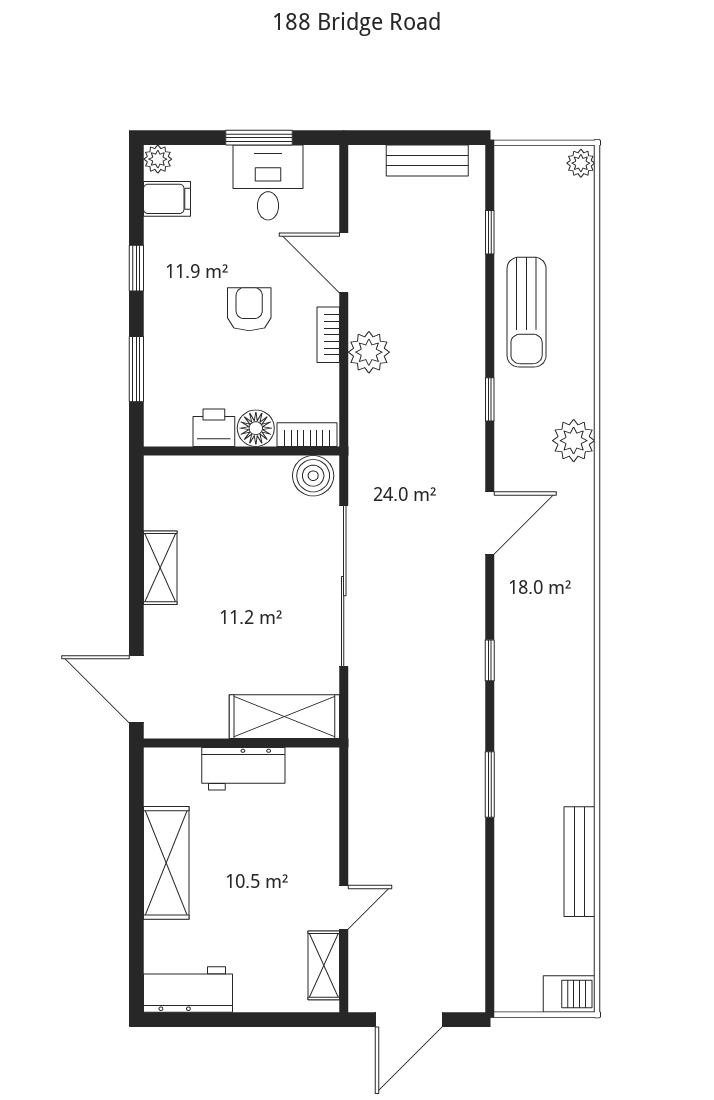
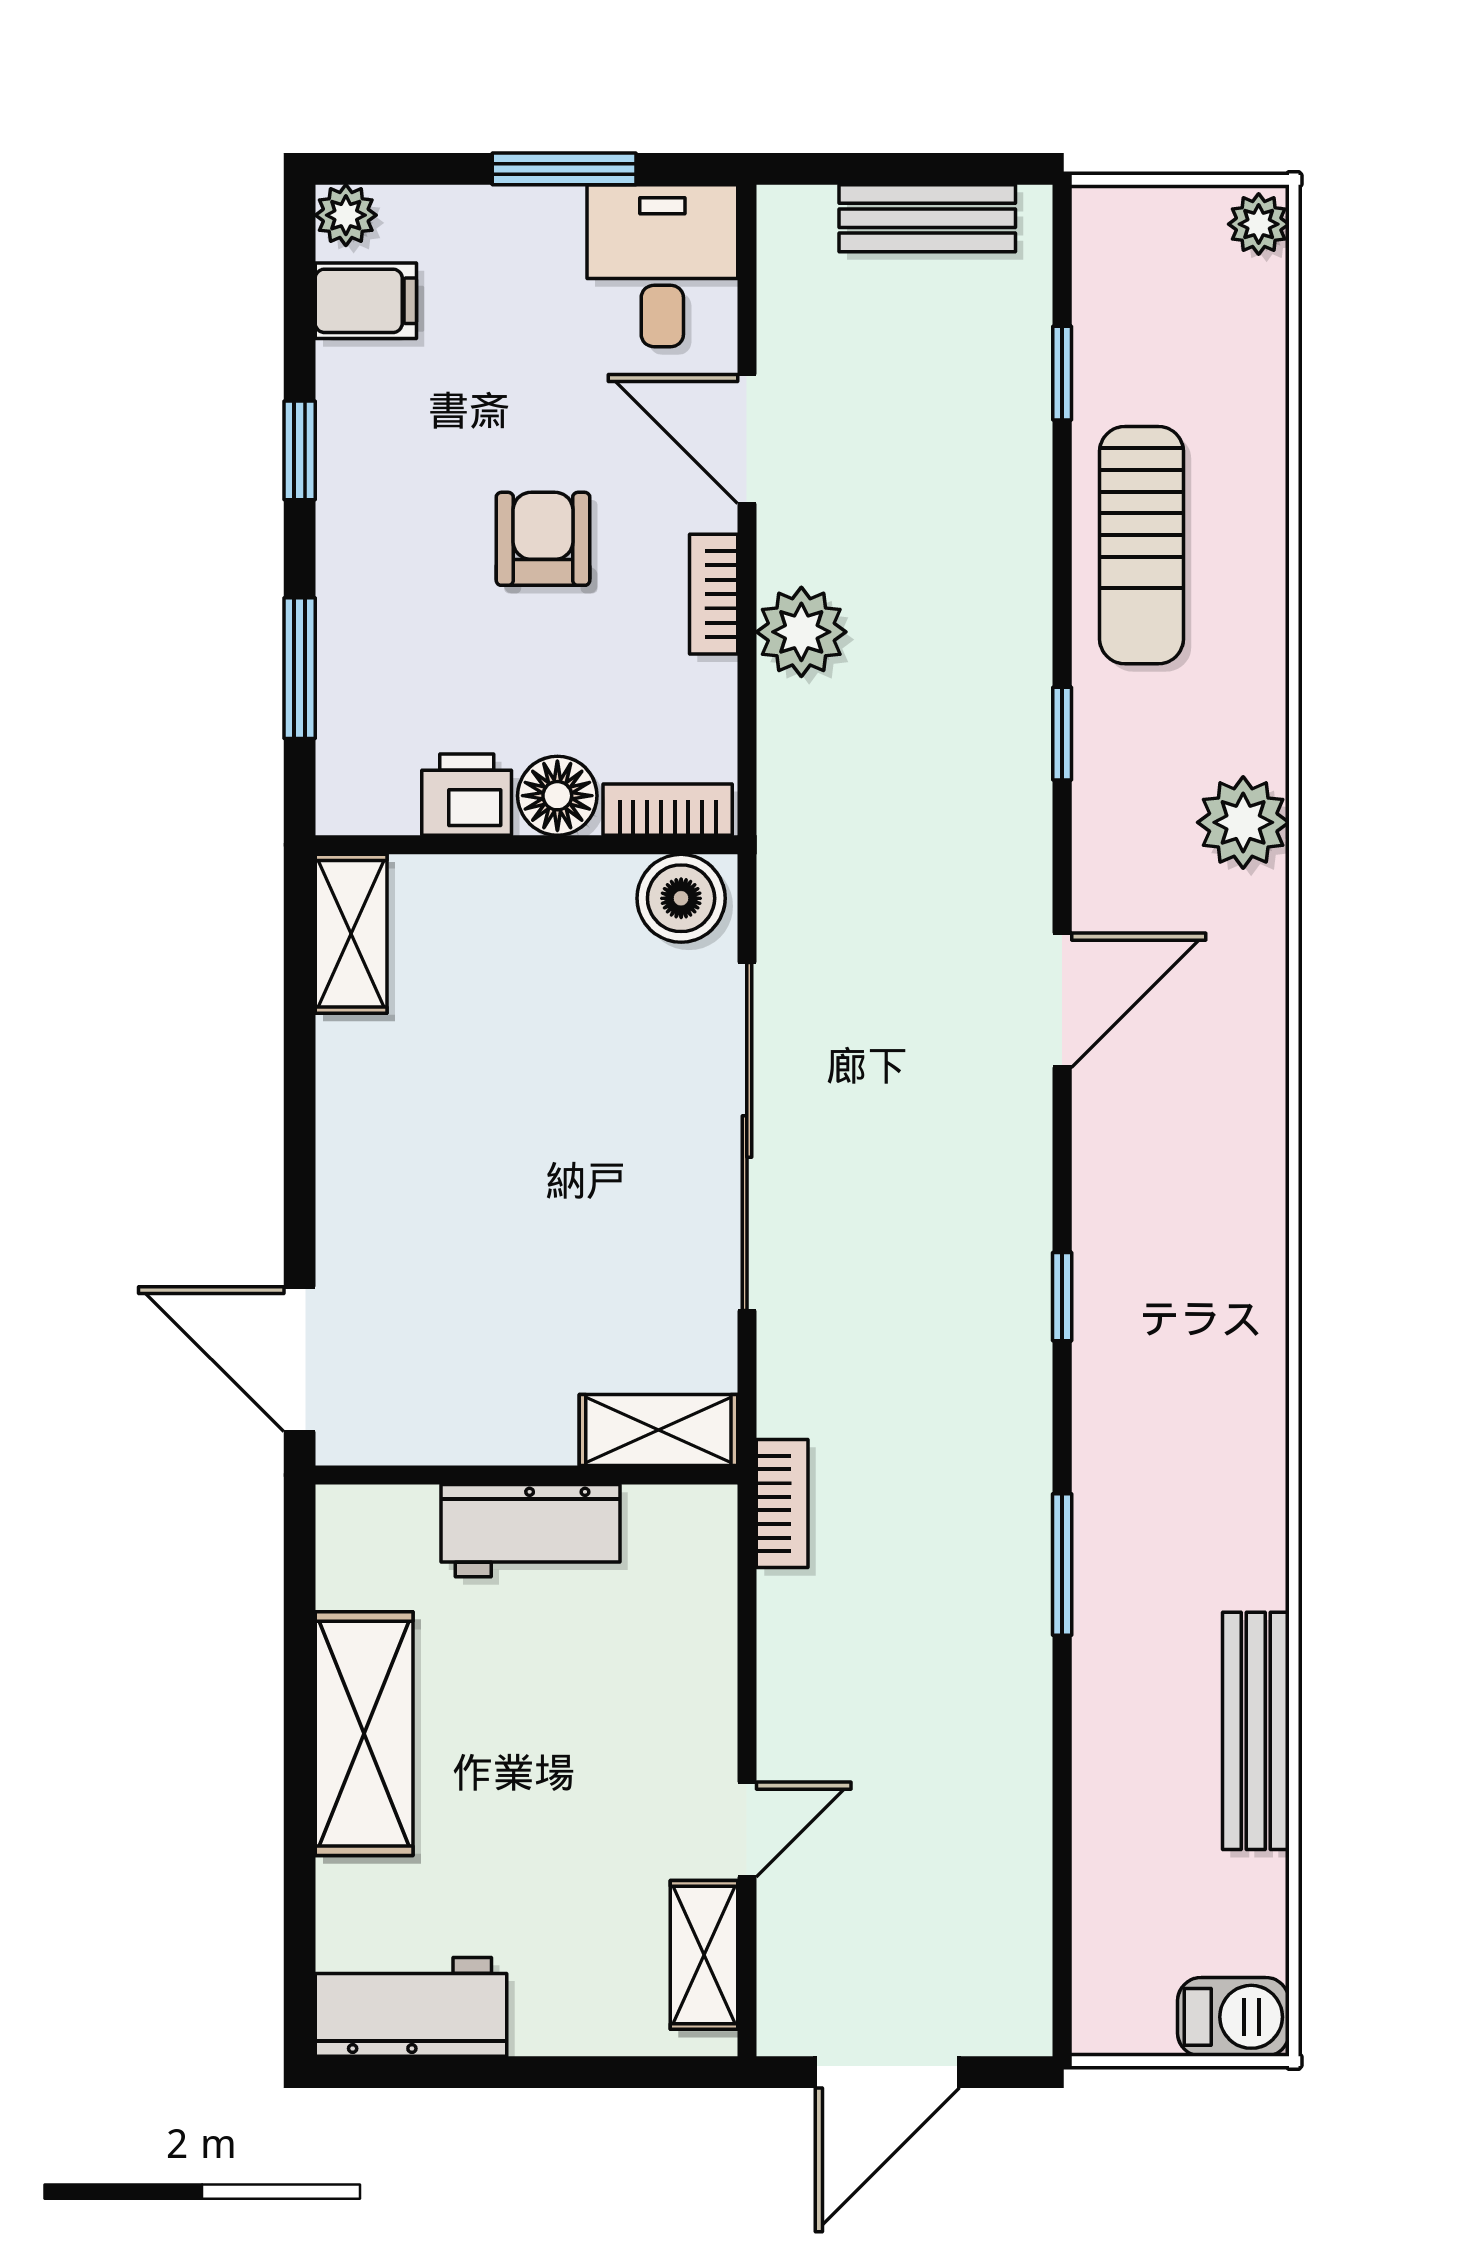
desk: (268, 183) -> (662, 266), moved
shelving: (160, 568) -> (351, 934), moved
shelving: (284, 717) -> (658, 1430), width x0.67, depth x0.75
bookcase: (360, 756) -> (782, 1504), added

